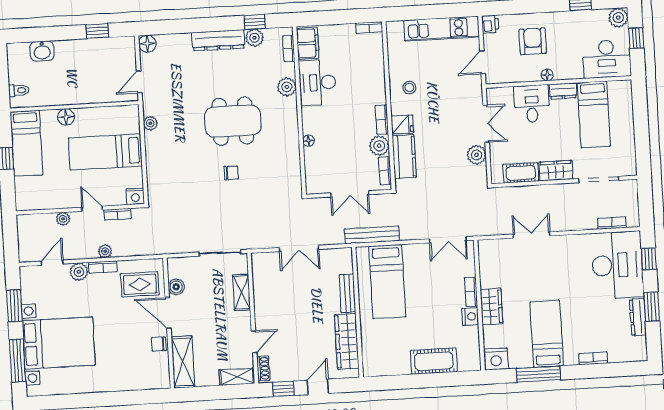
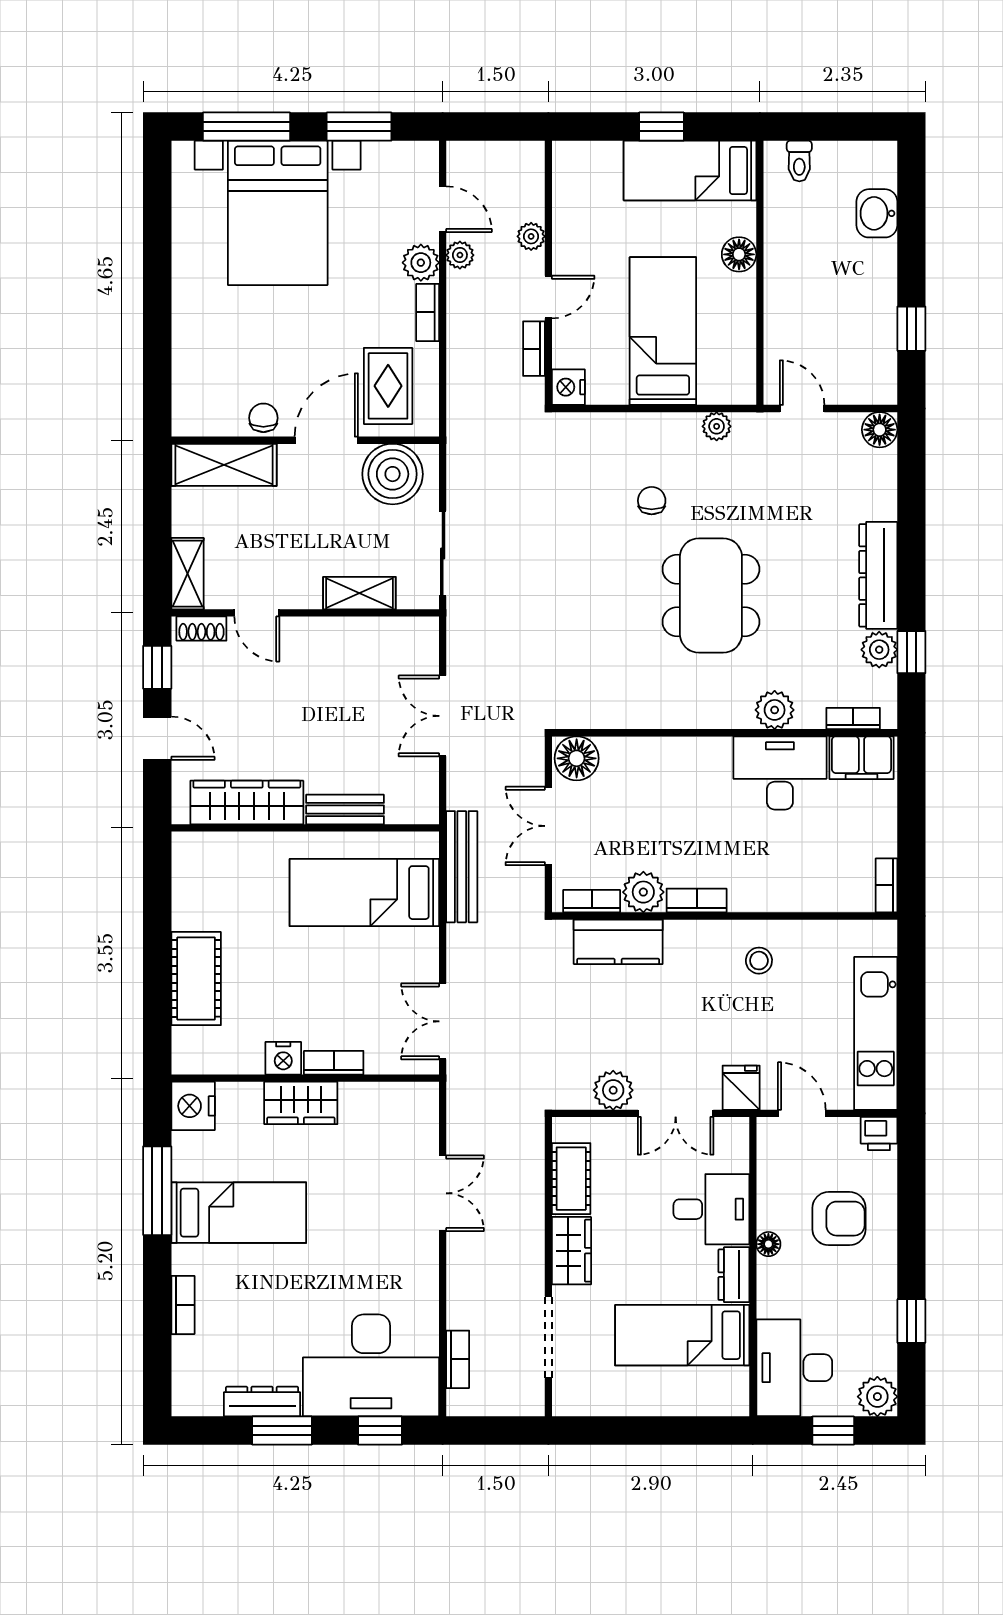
fridge: (402, 124) -> (741, 1088), moved, turned 180
floor lamp: (308, 141) -> (577, 758), moved, width x1.89, depth x1.89
chair: (231, 173) -> (652, 501), moved, turned 180
plant: (105, 251) -> (460, 255), moved
boiler: (176, 287) -> (393, 474), width x1.86, depth x1.86

